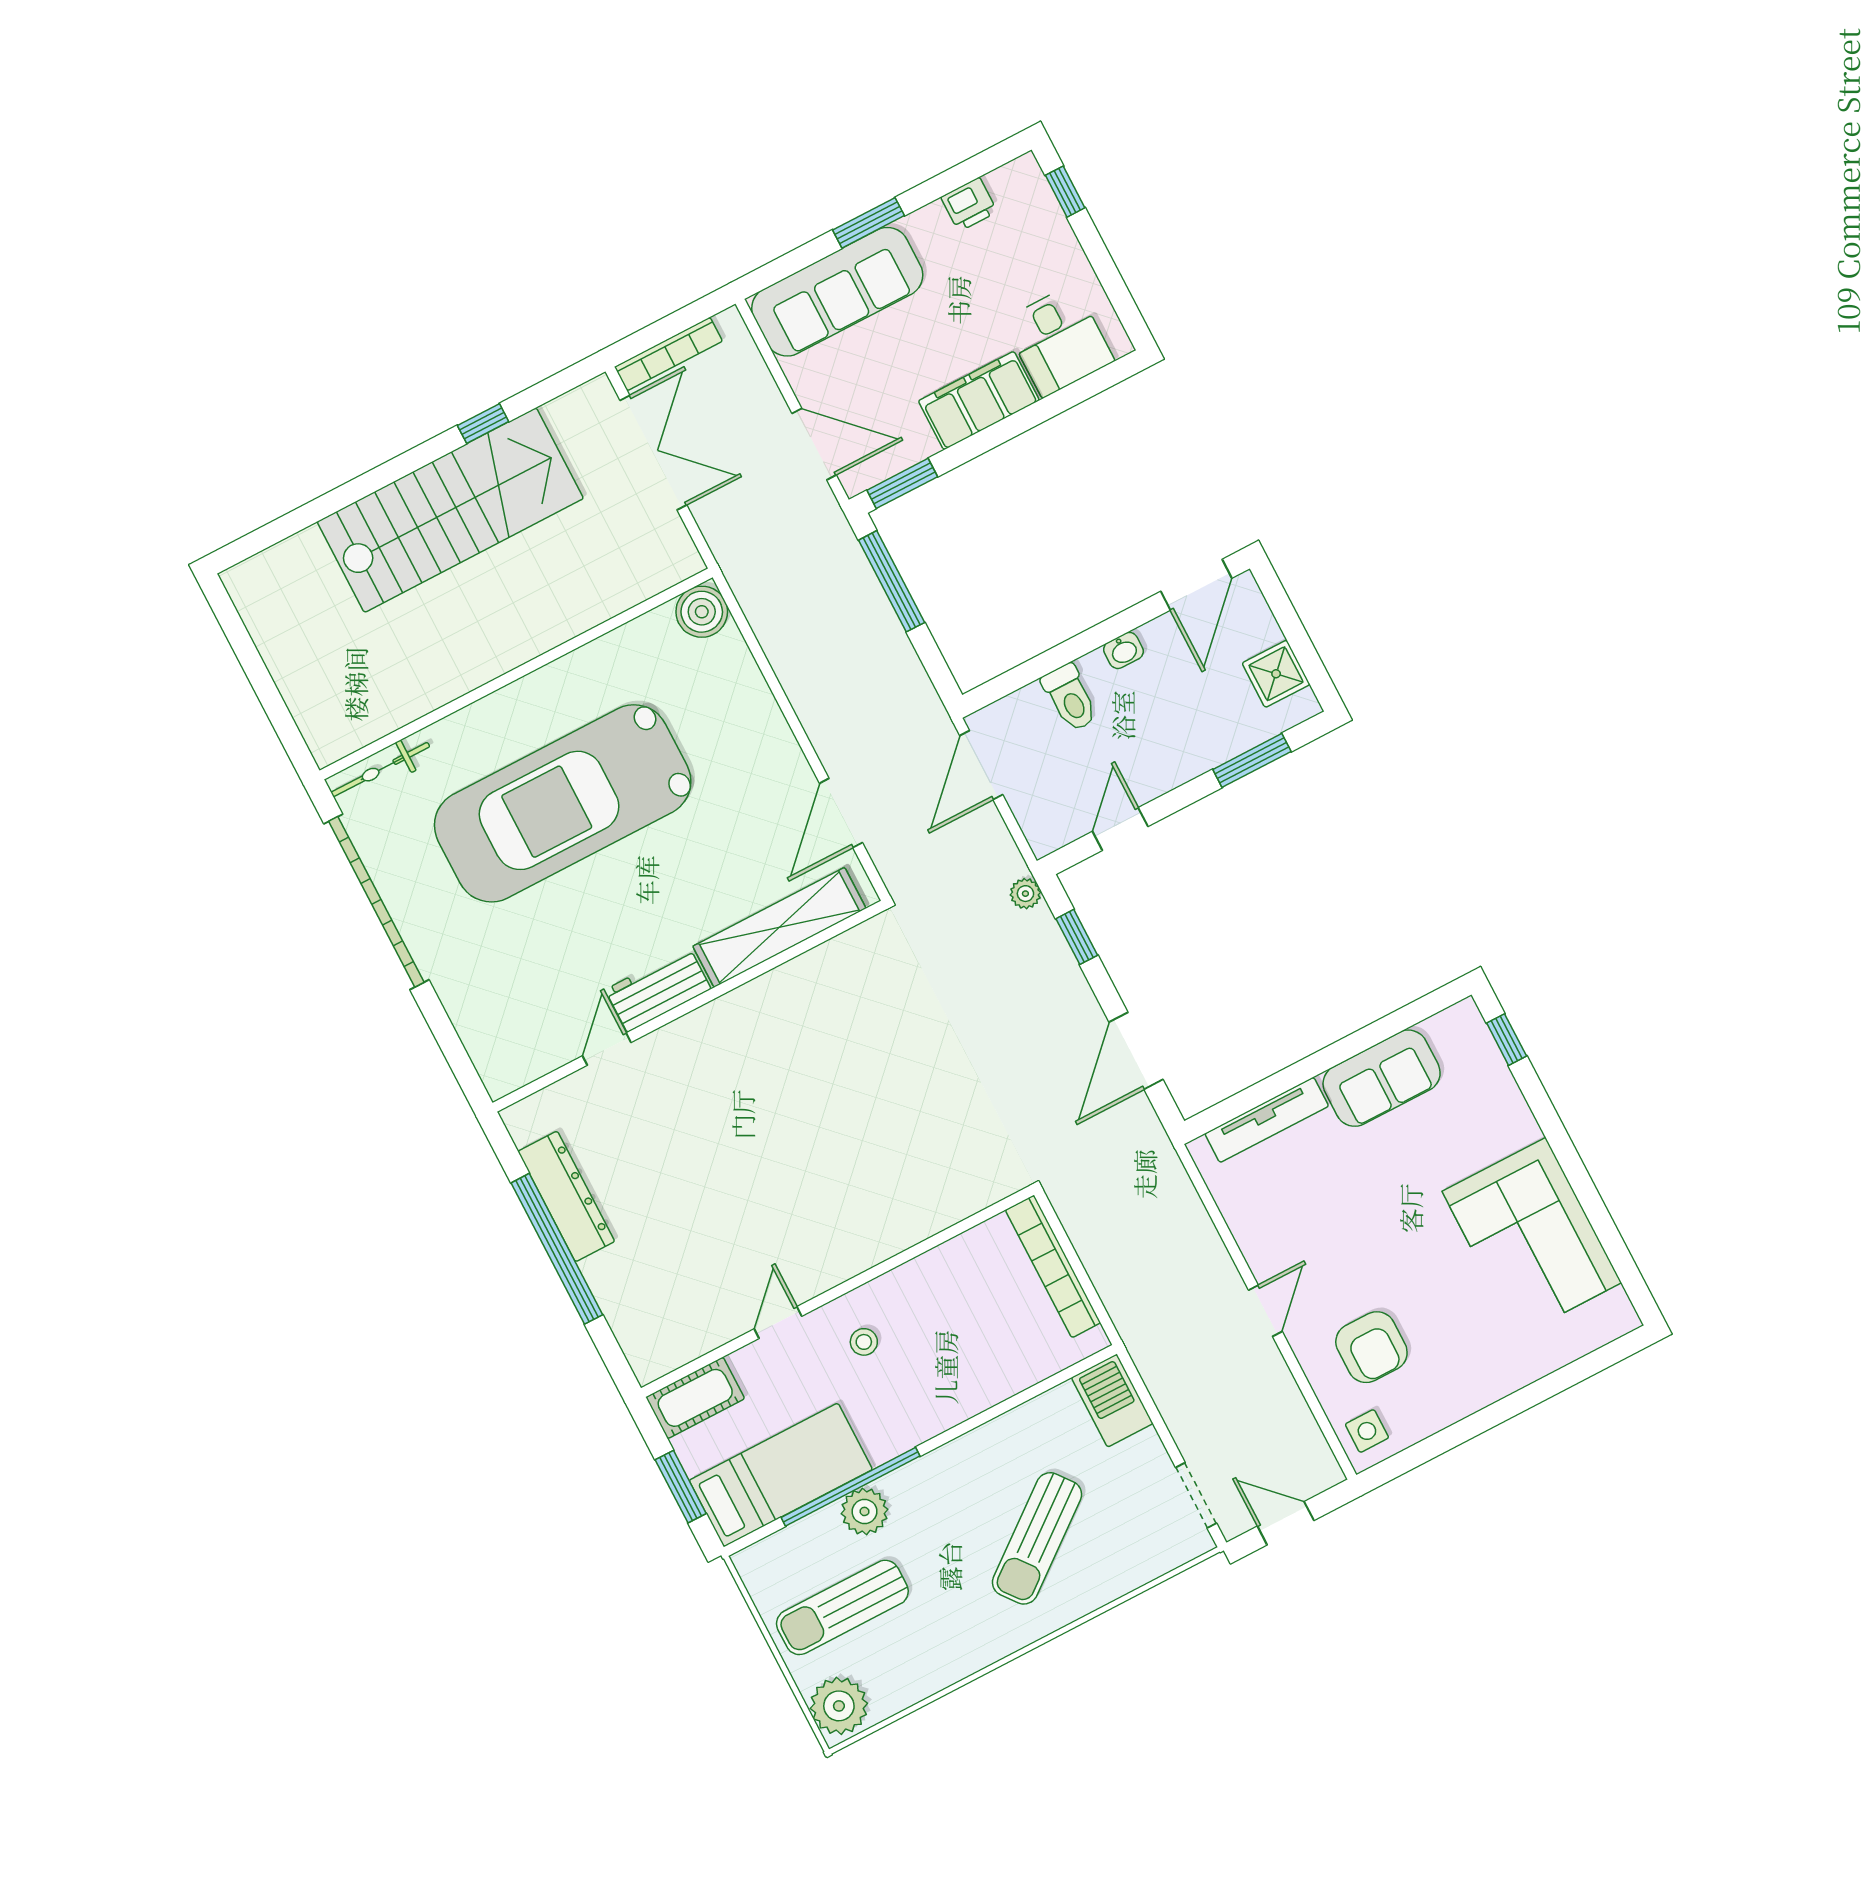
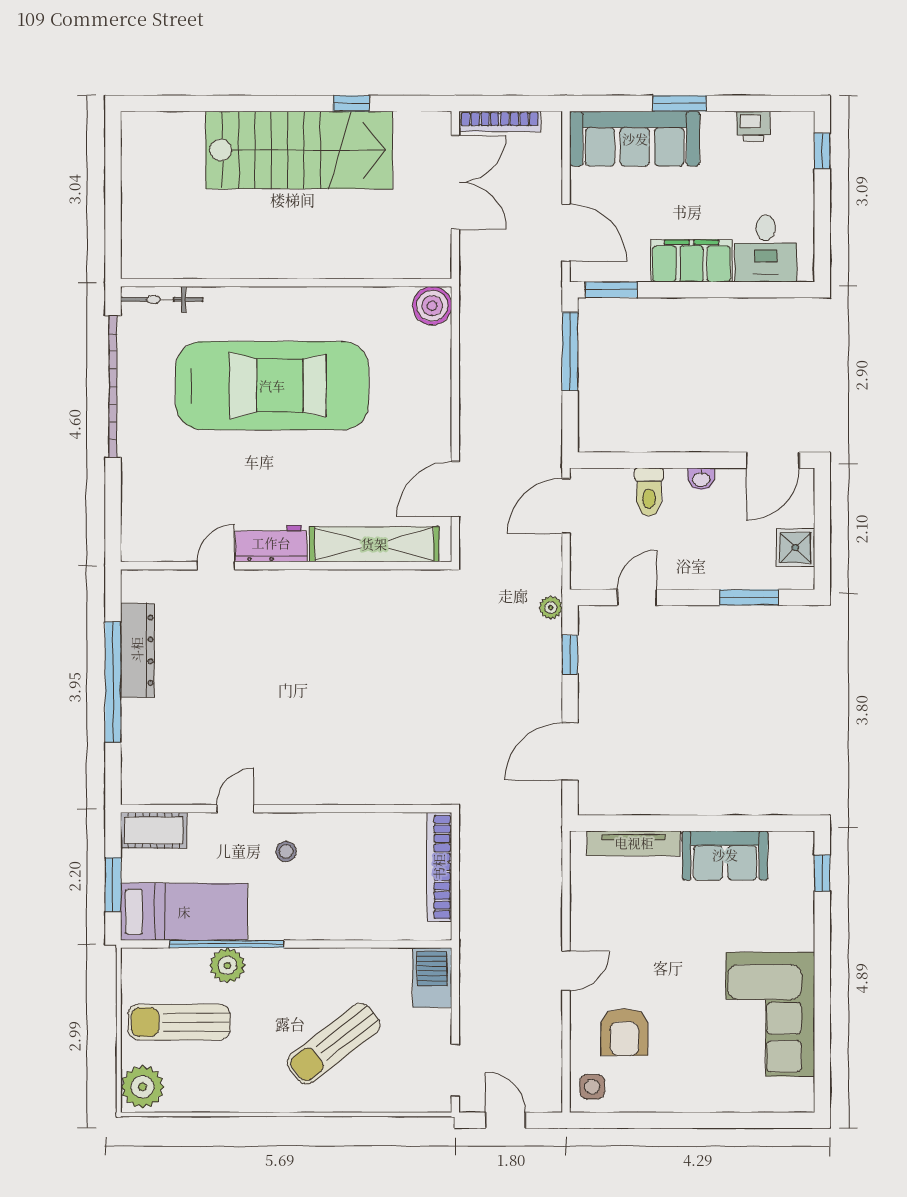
car: (563, 803) -> (272, 386), turned 180

